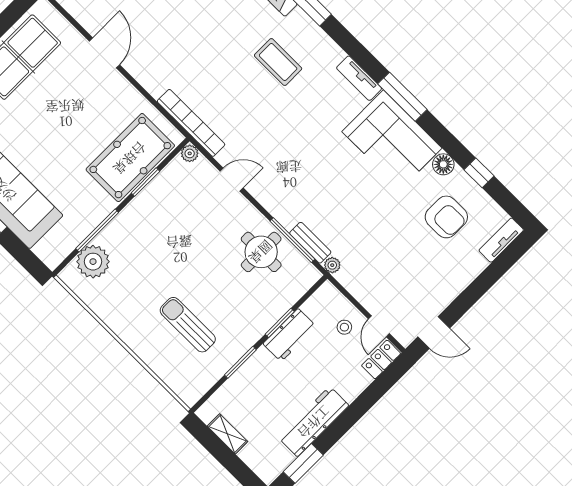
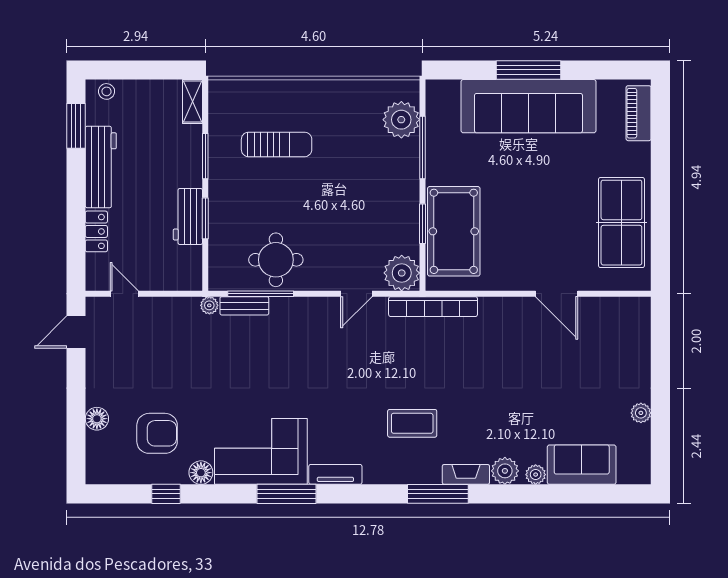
plant: (190, 153) -> (402, 273), width x1.87, depth x1.87
armchair: (446, 217) -> (157, 433), turned 180
tv unit: (501, 240) -> (95, 458), removed
floor lamp: (475, 264) -> (97, 419), added
stool: (344, 327) -> (107, 91), moved
locker: (381, 359) -> (96, 231), moved
shelving: (227, 434) -> (193, 102), moved, turned 90

